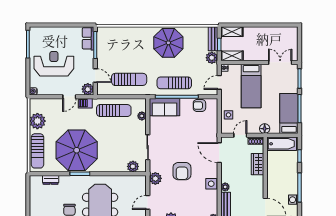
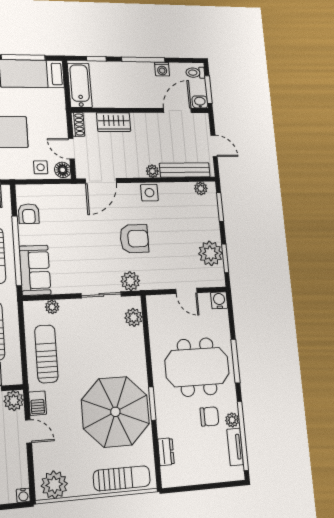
plant: (37, 121) -> (54, 485), moved
floor lamp: (265, 129) -> (63, 170), moved
plant: (155, 178) -> (130, 281), moved

